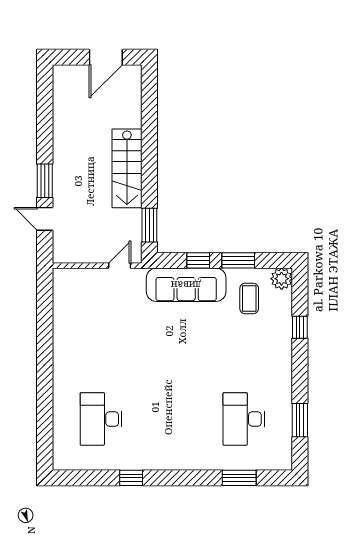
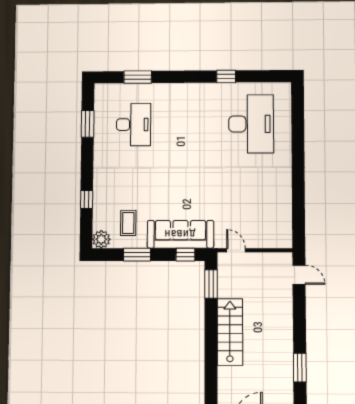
window: (45, 181) -> (300, 368), moved
door: (45, 219) -> (299, 275), moved
window: (198, 260) -> (185, 255), moved
door: (120, 266) -> (236, 250), swing flipped
desk: (101, 419) -> (251, 124), width x1.36, depth x1.30

